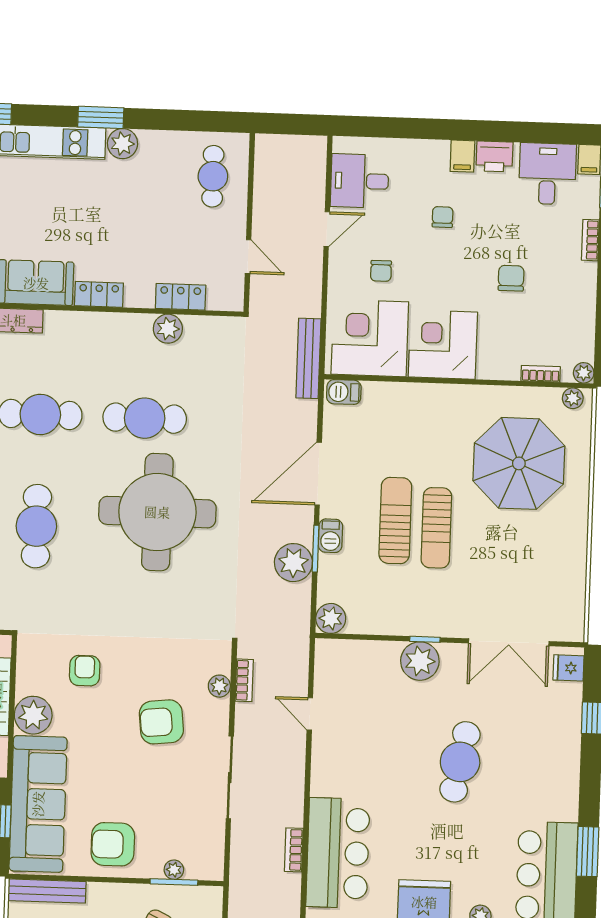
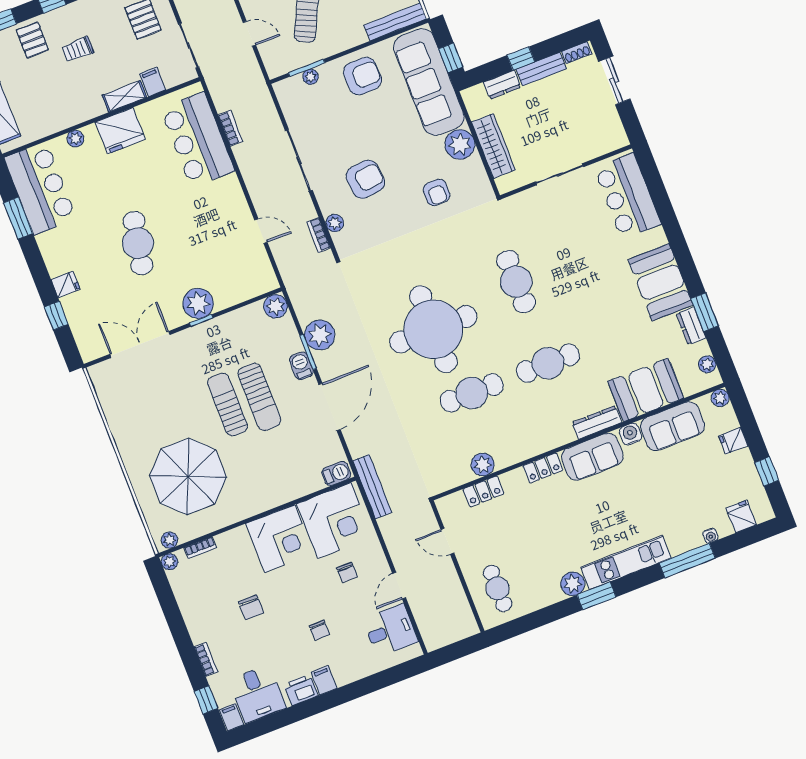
chair: (381, 271) -> (347, 572), turned 180
fridge: (568, 668) -> (66, 285), moved

